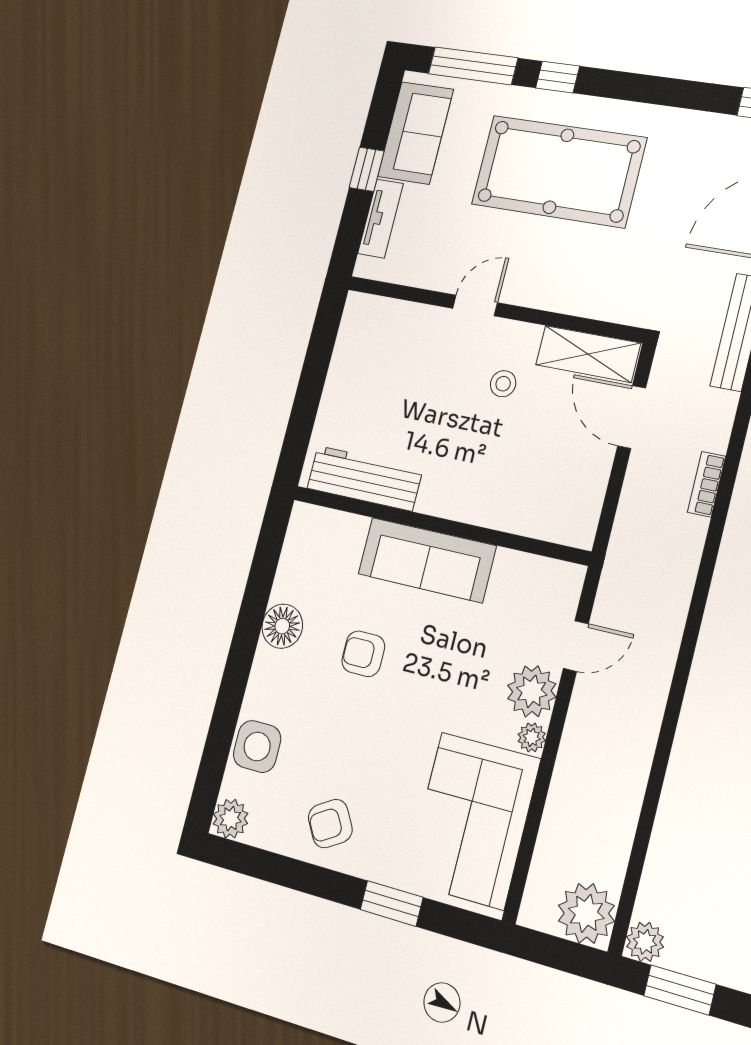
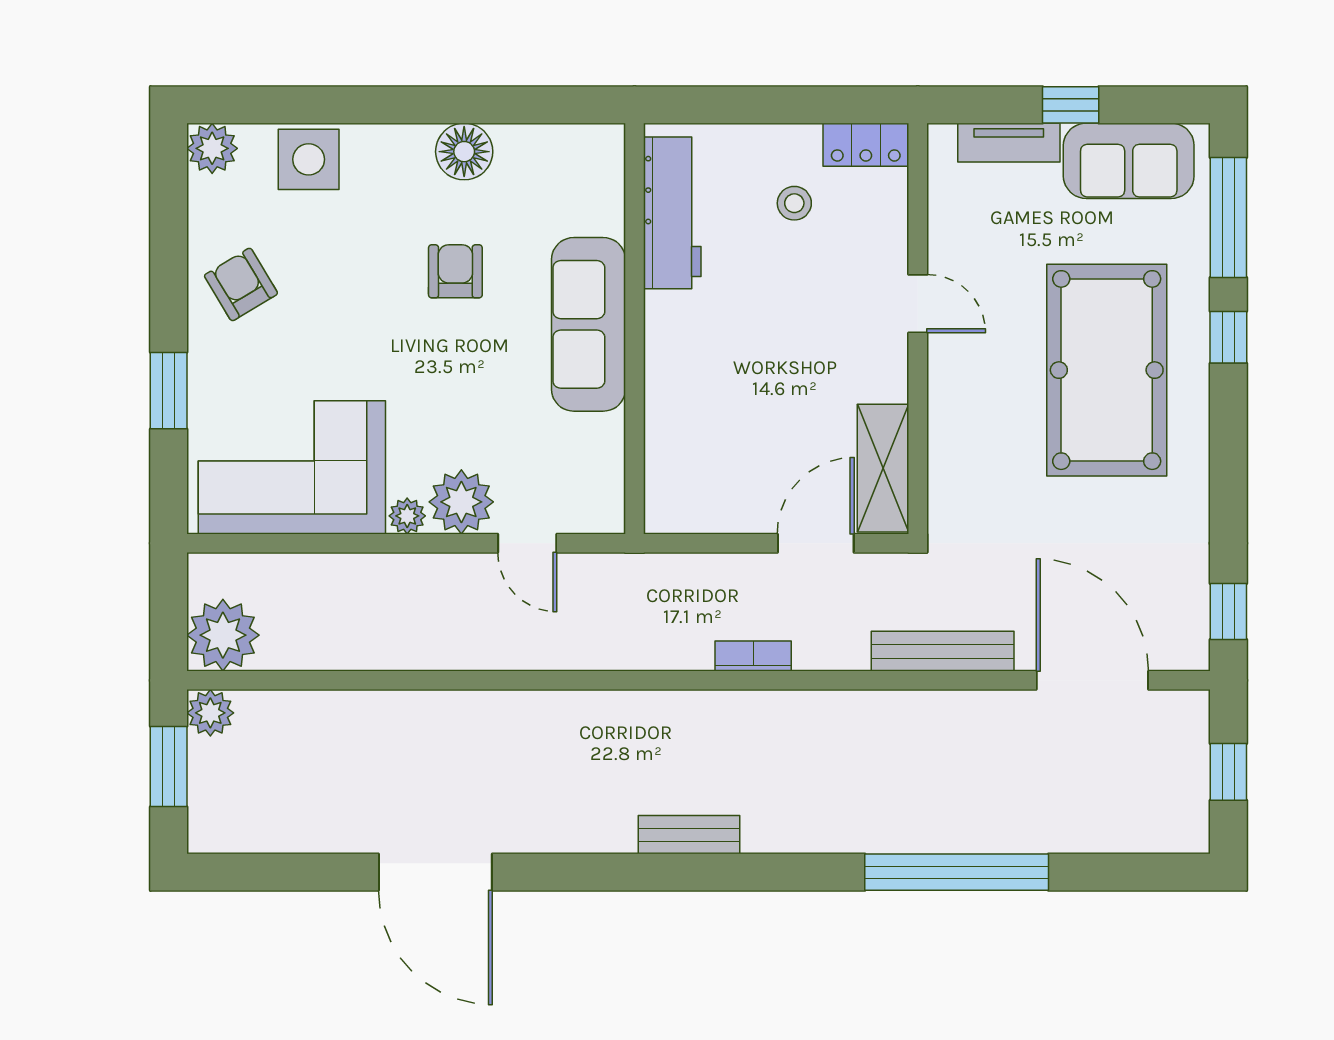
locker: (355, 324) -> (866, 145), added
stool: (503, 384) -> (794, 203), moved

